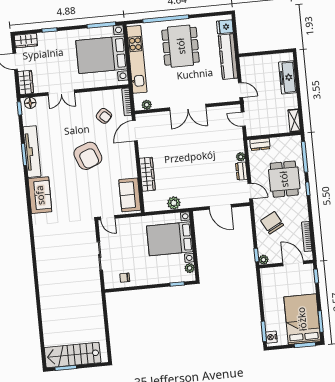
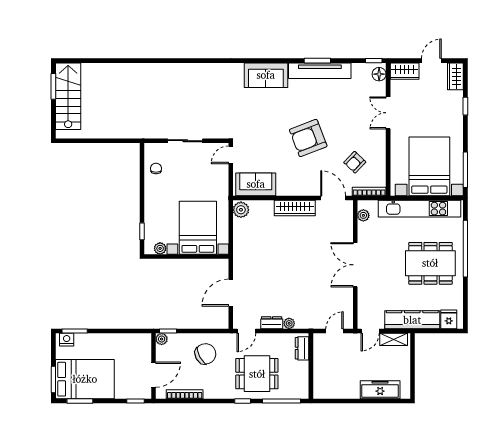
shelving: (294, 121) -> (394, 339), moved
wardrobe: (147, 174) -> (295, 208), moved
plant: (174, 203) -> (241, 210), moved

